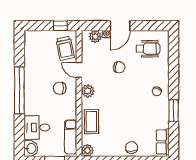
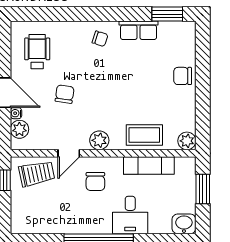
window: (174, 111) -> (167, 14), moved
desk: (37, 128) -> (130, 215), moved
exam couch: (71, 137) -> (149, 165), moved
row of seats: (163, 142) -> (139, 30), moved

